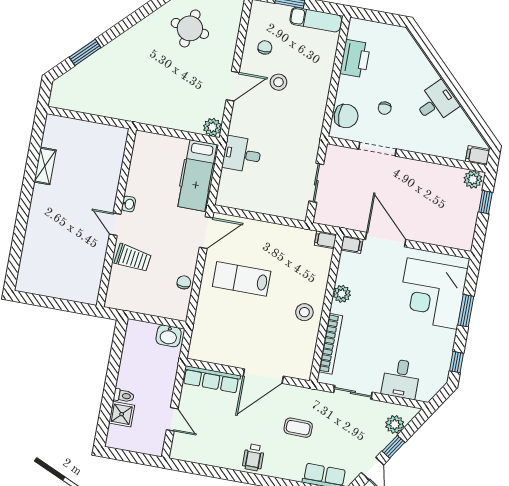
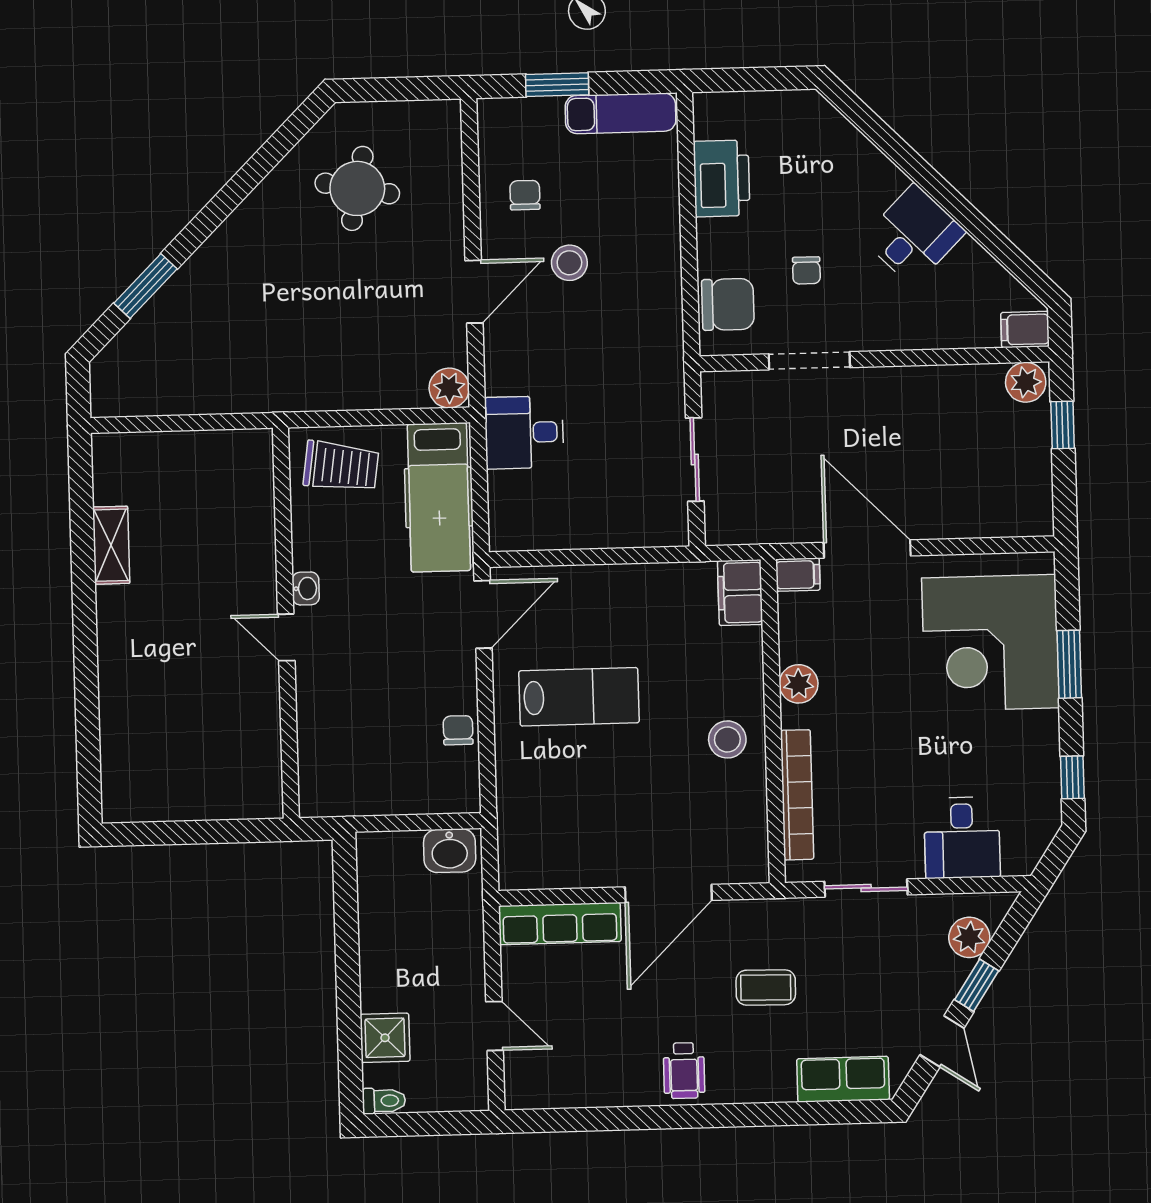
filing cabinet: (325, 240) -> (740, 593), width x2.00
trolley: (133, 258) -> (341, 466), moved
lab bench: (242, 279) -> (579, 697), turned 180
toilet: (124, 396) -> (384, 1101), moved

